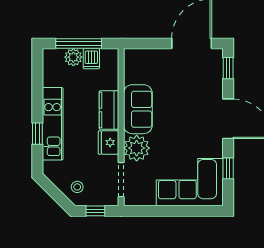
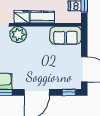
sofa: (138, 109) -> (66, 35), moved

